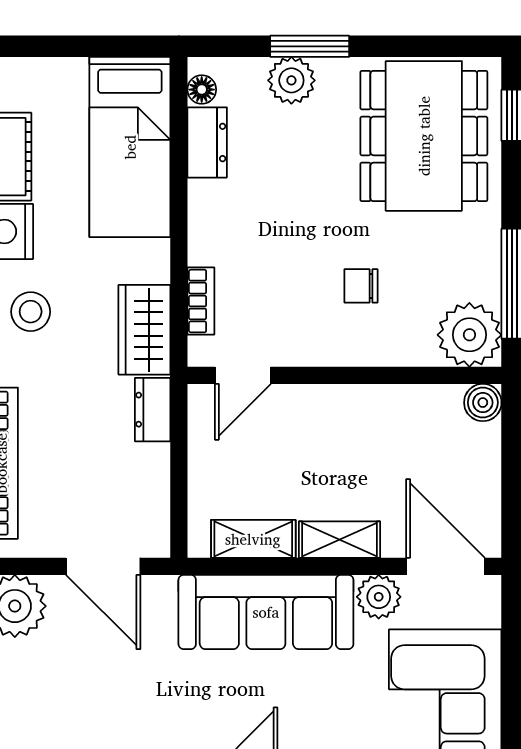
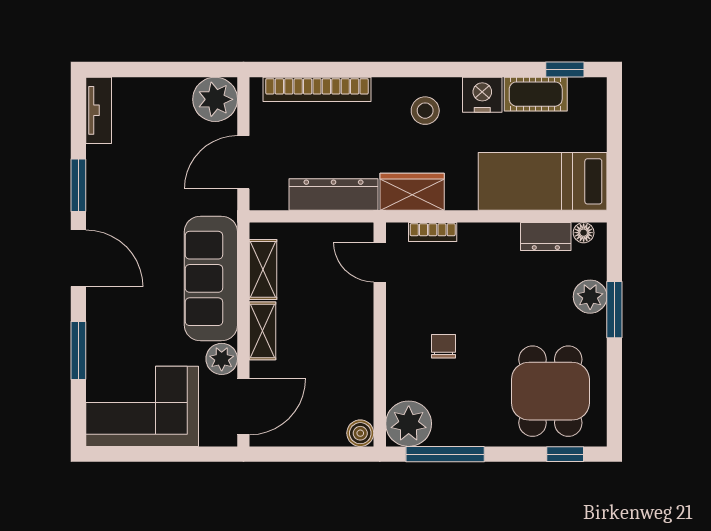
dining table: (424, 136) -> (550, 391), width x0.73
dresser: (153, 410) -> (333, 194), width x1.96, depth x1.24

